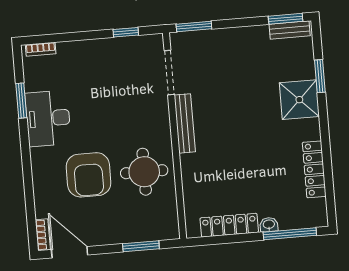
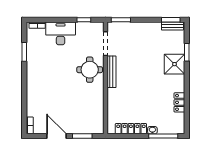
desk: (48, 118) -> (61, 33), moved, turned 90
locker: (314, 169) -> (179, 102), width x0.66
round table: (144, 172) -> (90, 70), moved
armchair: (88, 175) -> (57, 95), removed
door: (70, 252) -> (57, 136), moved

